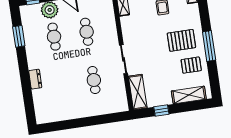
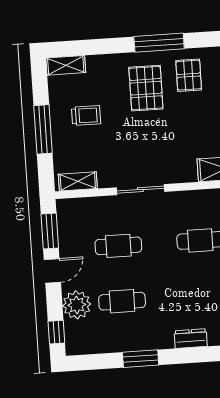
window: (19, 36) -> (141, 359), moved
sliding door: (124, 59) -> (140, 190), moved

